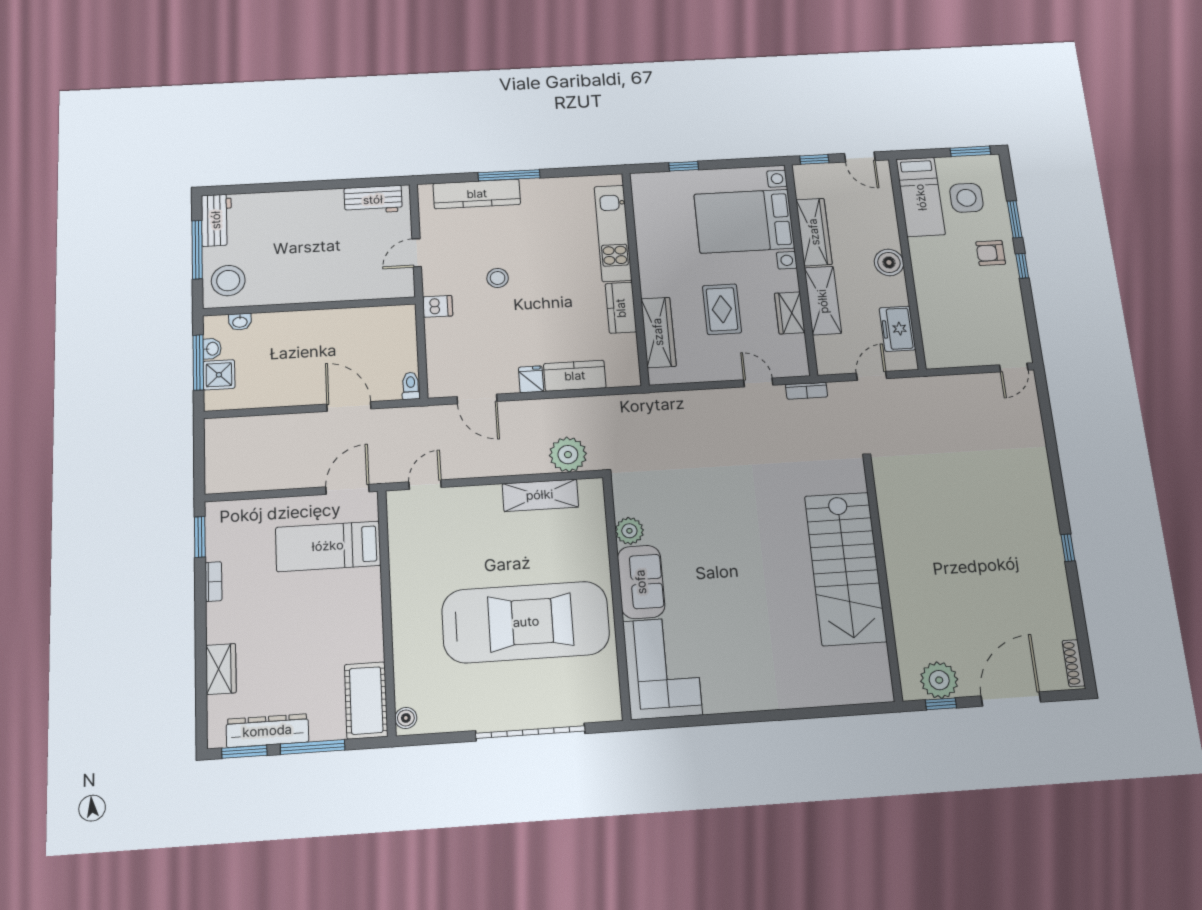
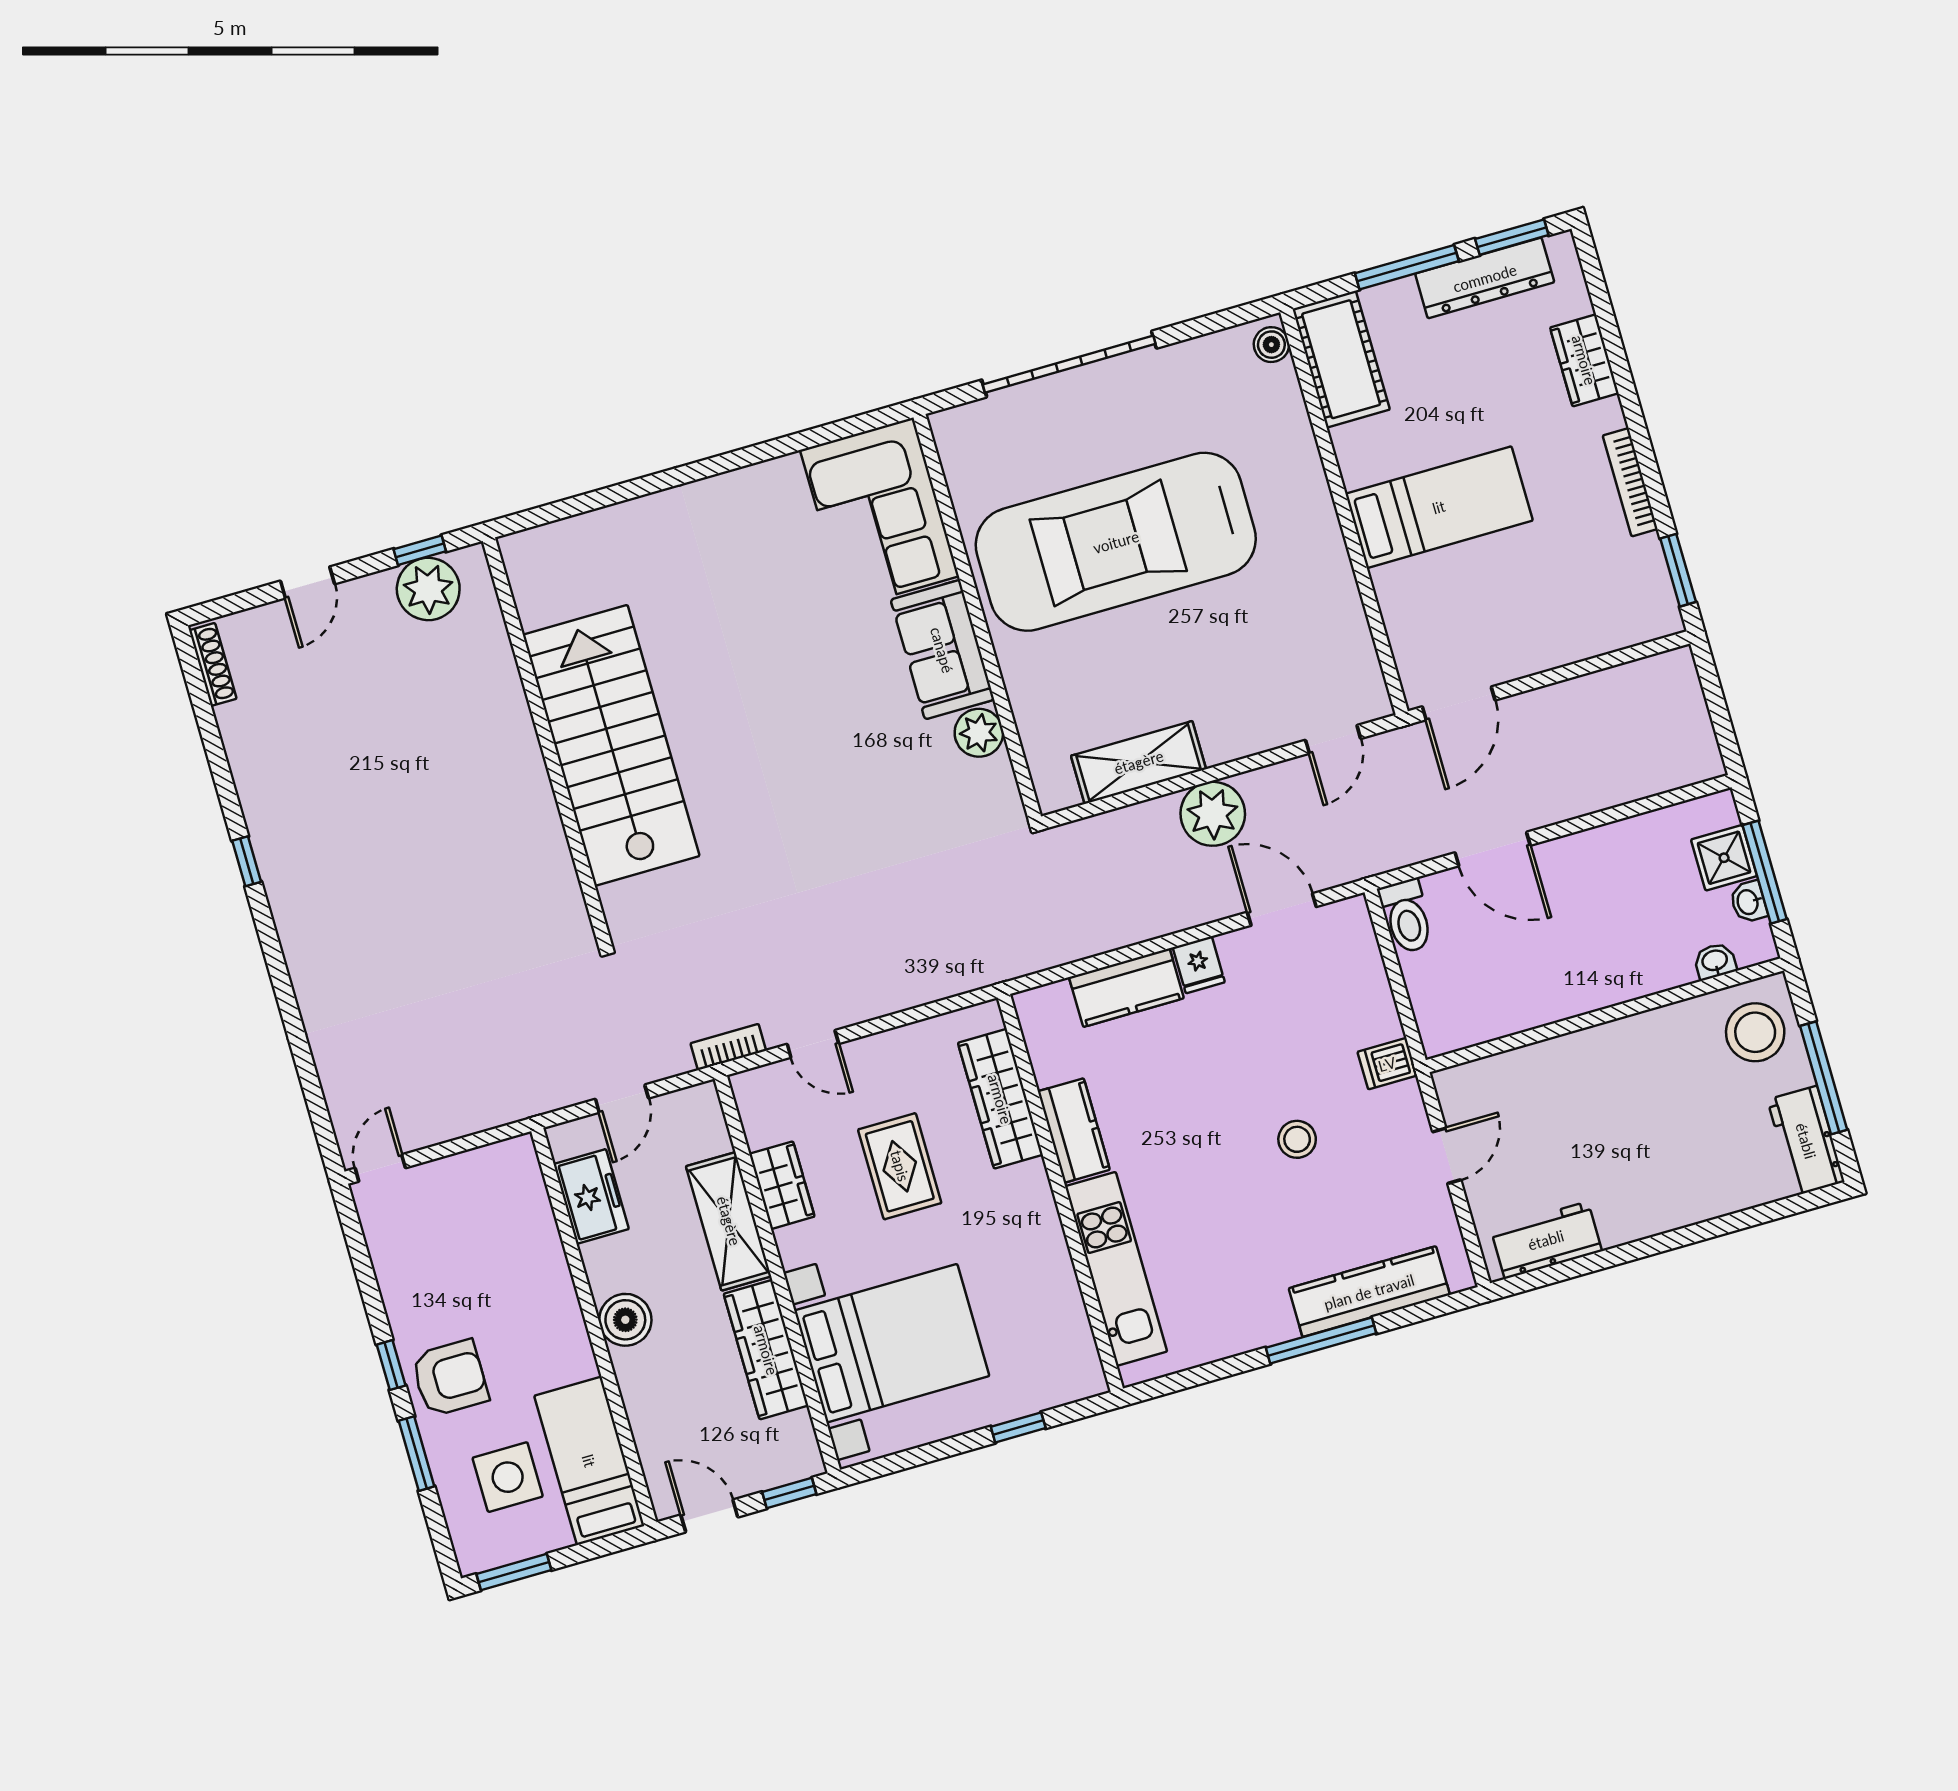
armchair: (991, 253) -> (450, 1378), width x1.38, depth x1.38
toilet: (411, 386) -> (1407, 916), width x1.37, depth x1.39
plant: (568, 455) -> (1213, 814), moved
bed: (328, 546) -> (1439, 507), moved
bookcase: (213, 582) -> (1630, 482), width x1.56
door: (1011, 699) -> (307, 582), width x0.53

